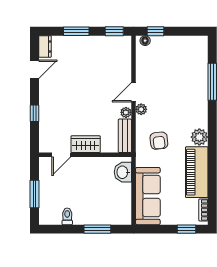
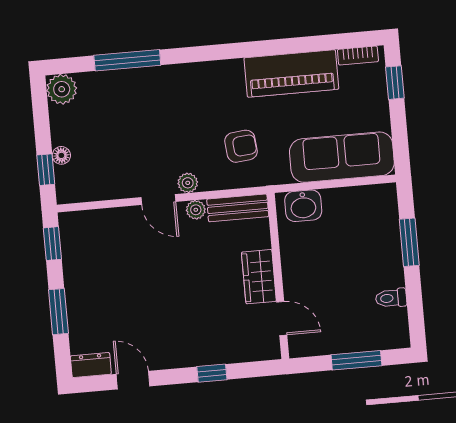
floor lamp: (145, 41) -> (61, 155), moved
plant: (199, 137) -> (62, 89), moved

